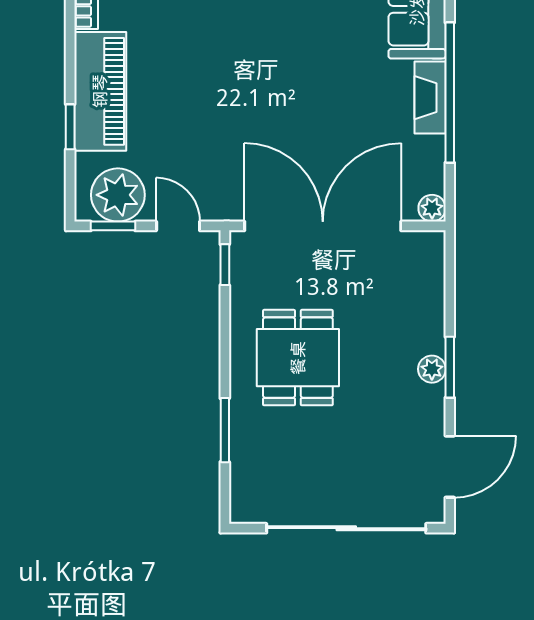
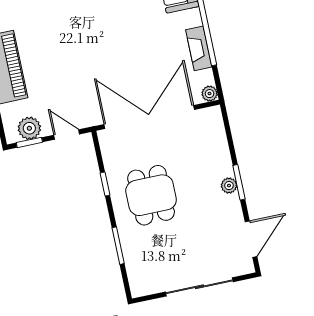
fireplace: (430, 98) -> (199, 48), moved
plant: (118, 195) -> (29, 128), width x0.73, depth x0.73
window: (225, 265) -> (105, 184), moved
sliding door: (346, 528) -> (199, 287), width x0.73

